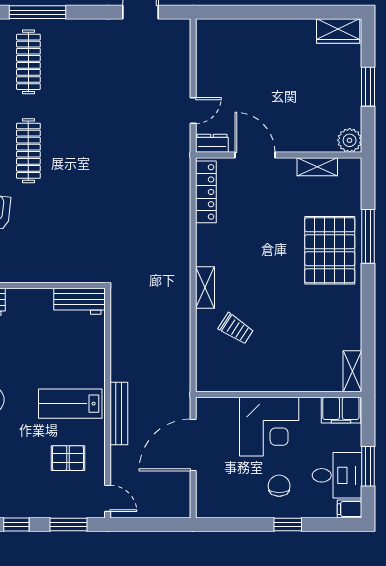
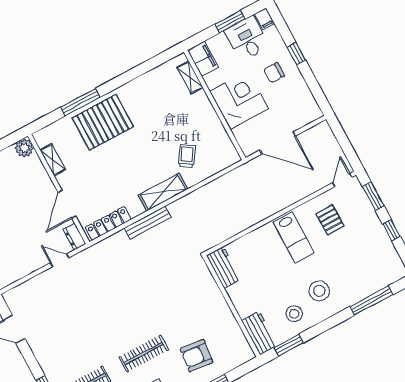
shelving: (205, 288) -> (163, 192), width x1.50, depth x1.33
shelving: (352, 371) -> (190, 77), moved, turned 90
bench: (119, 413) -> (147, 223), moved

